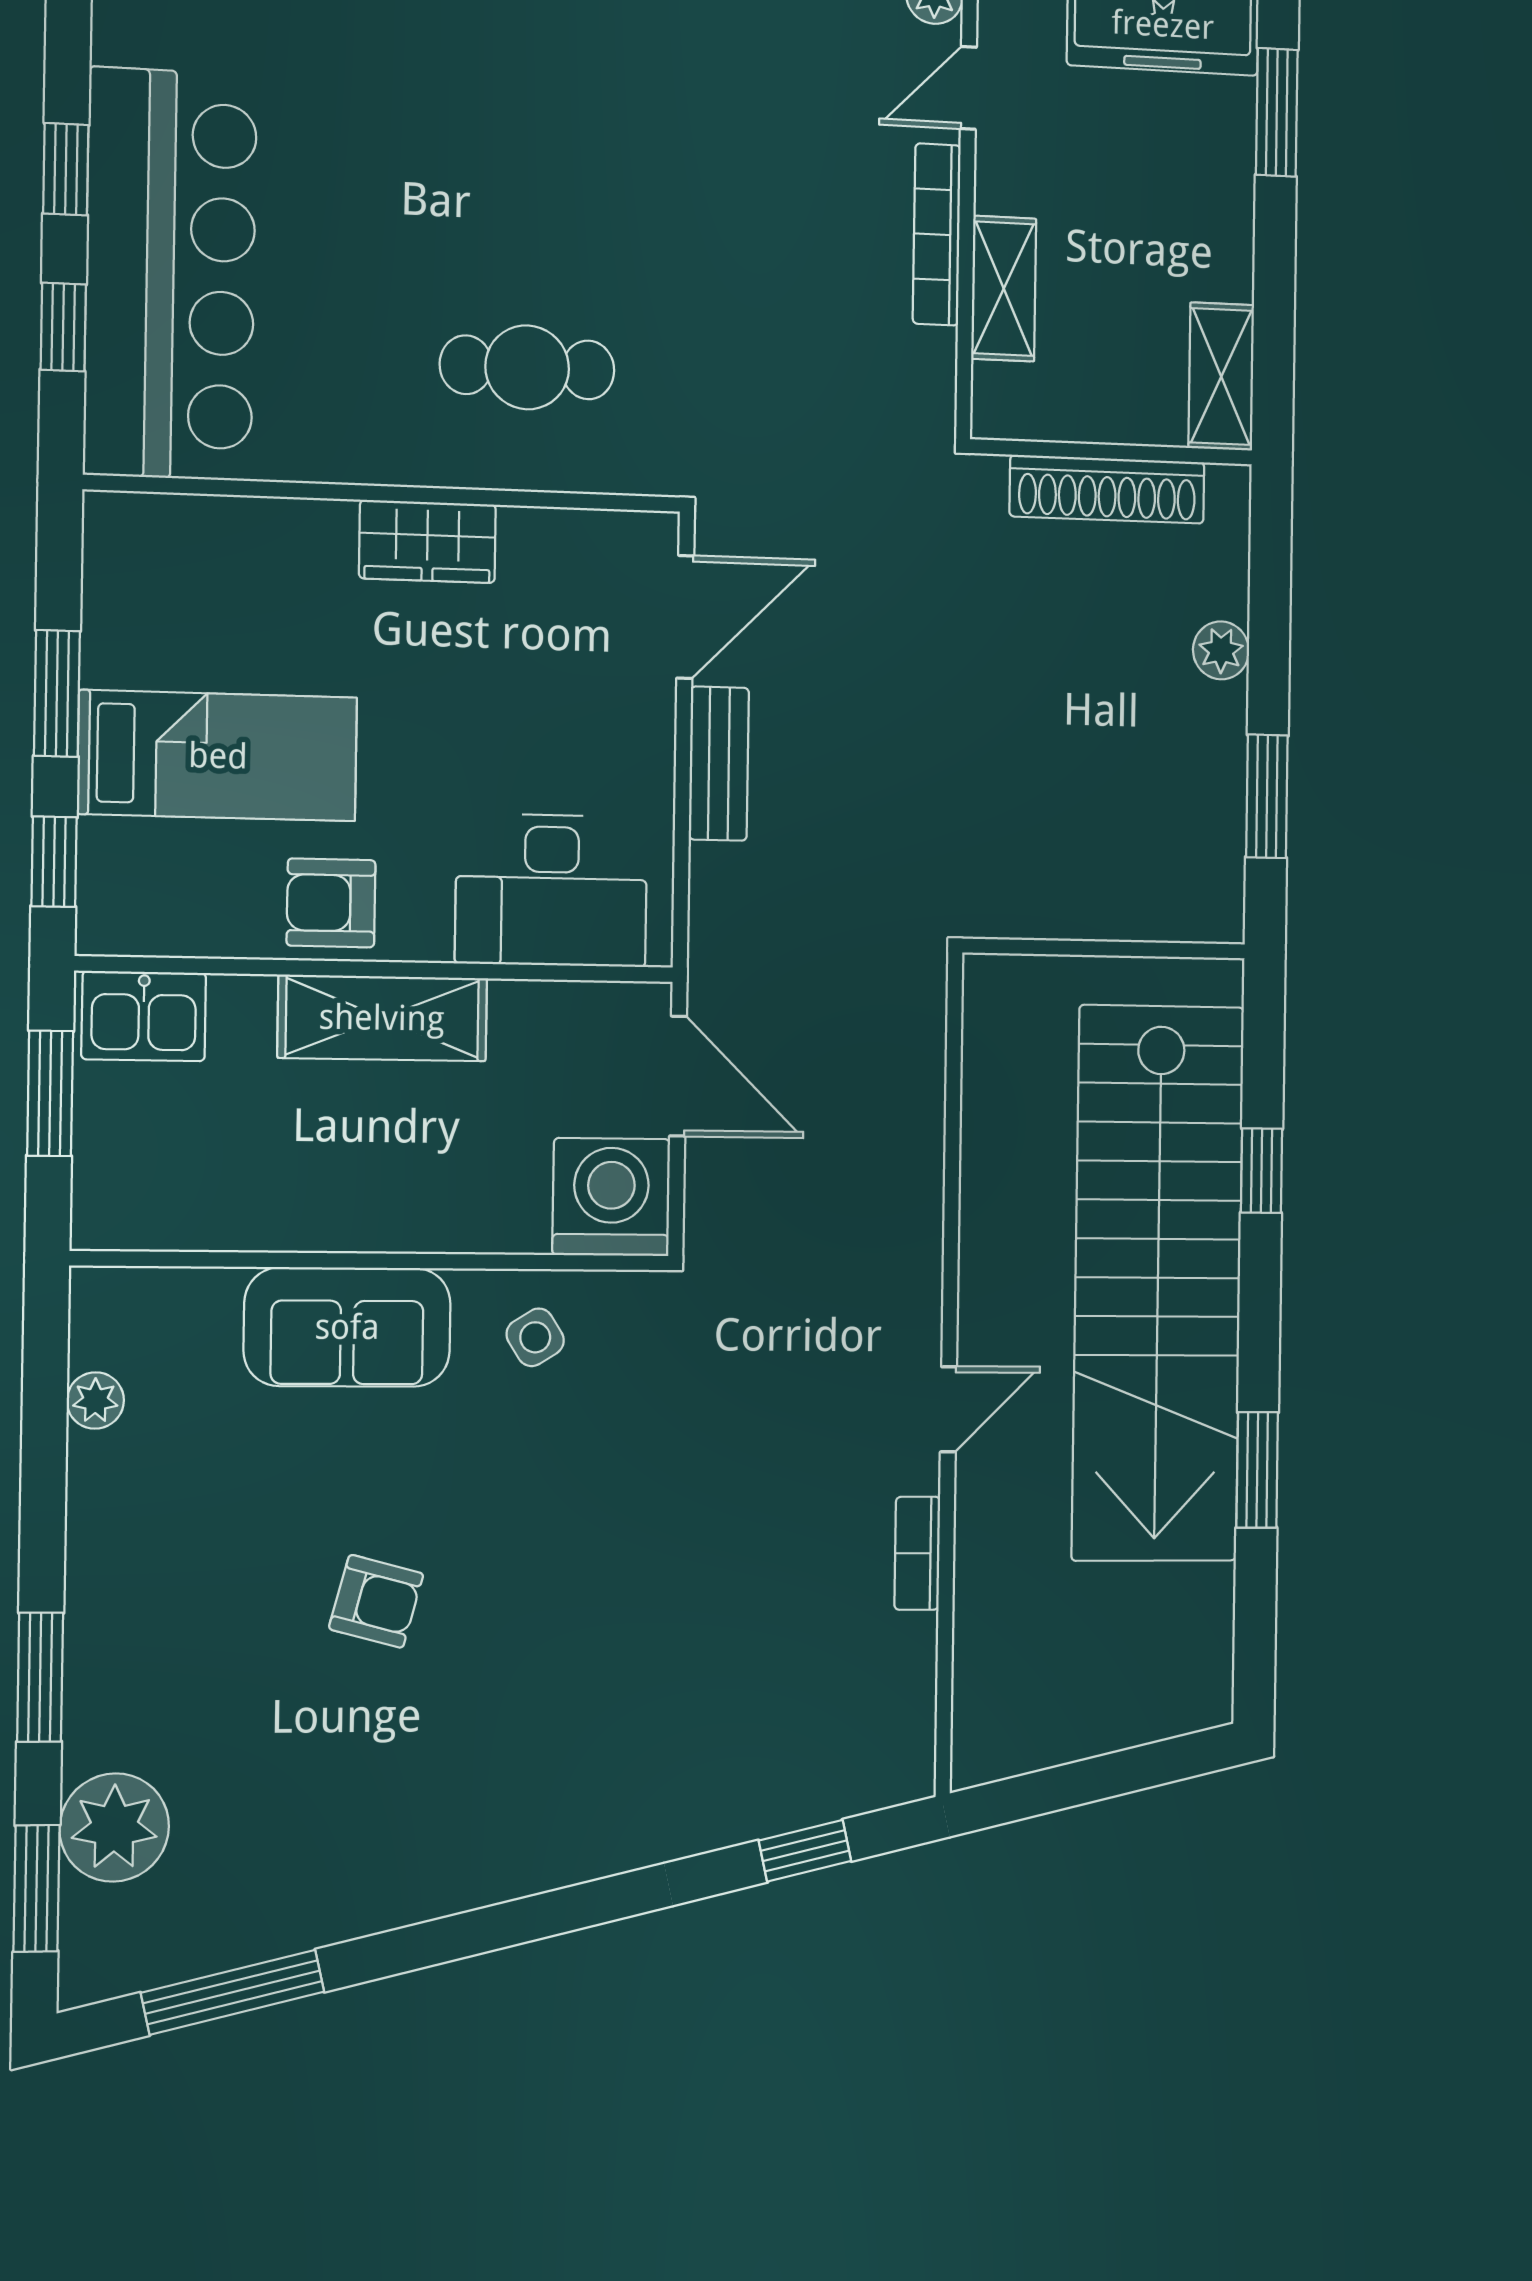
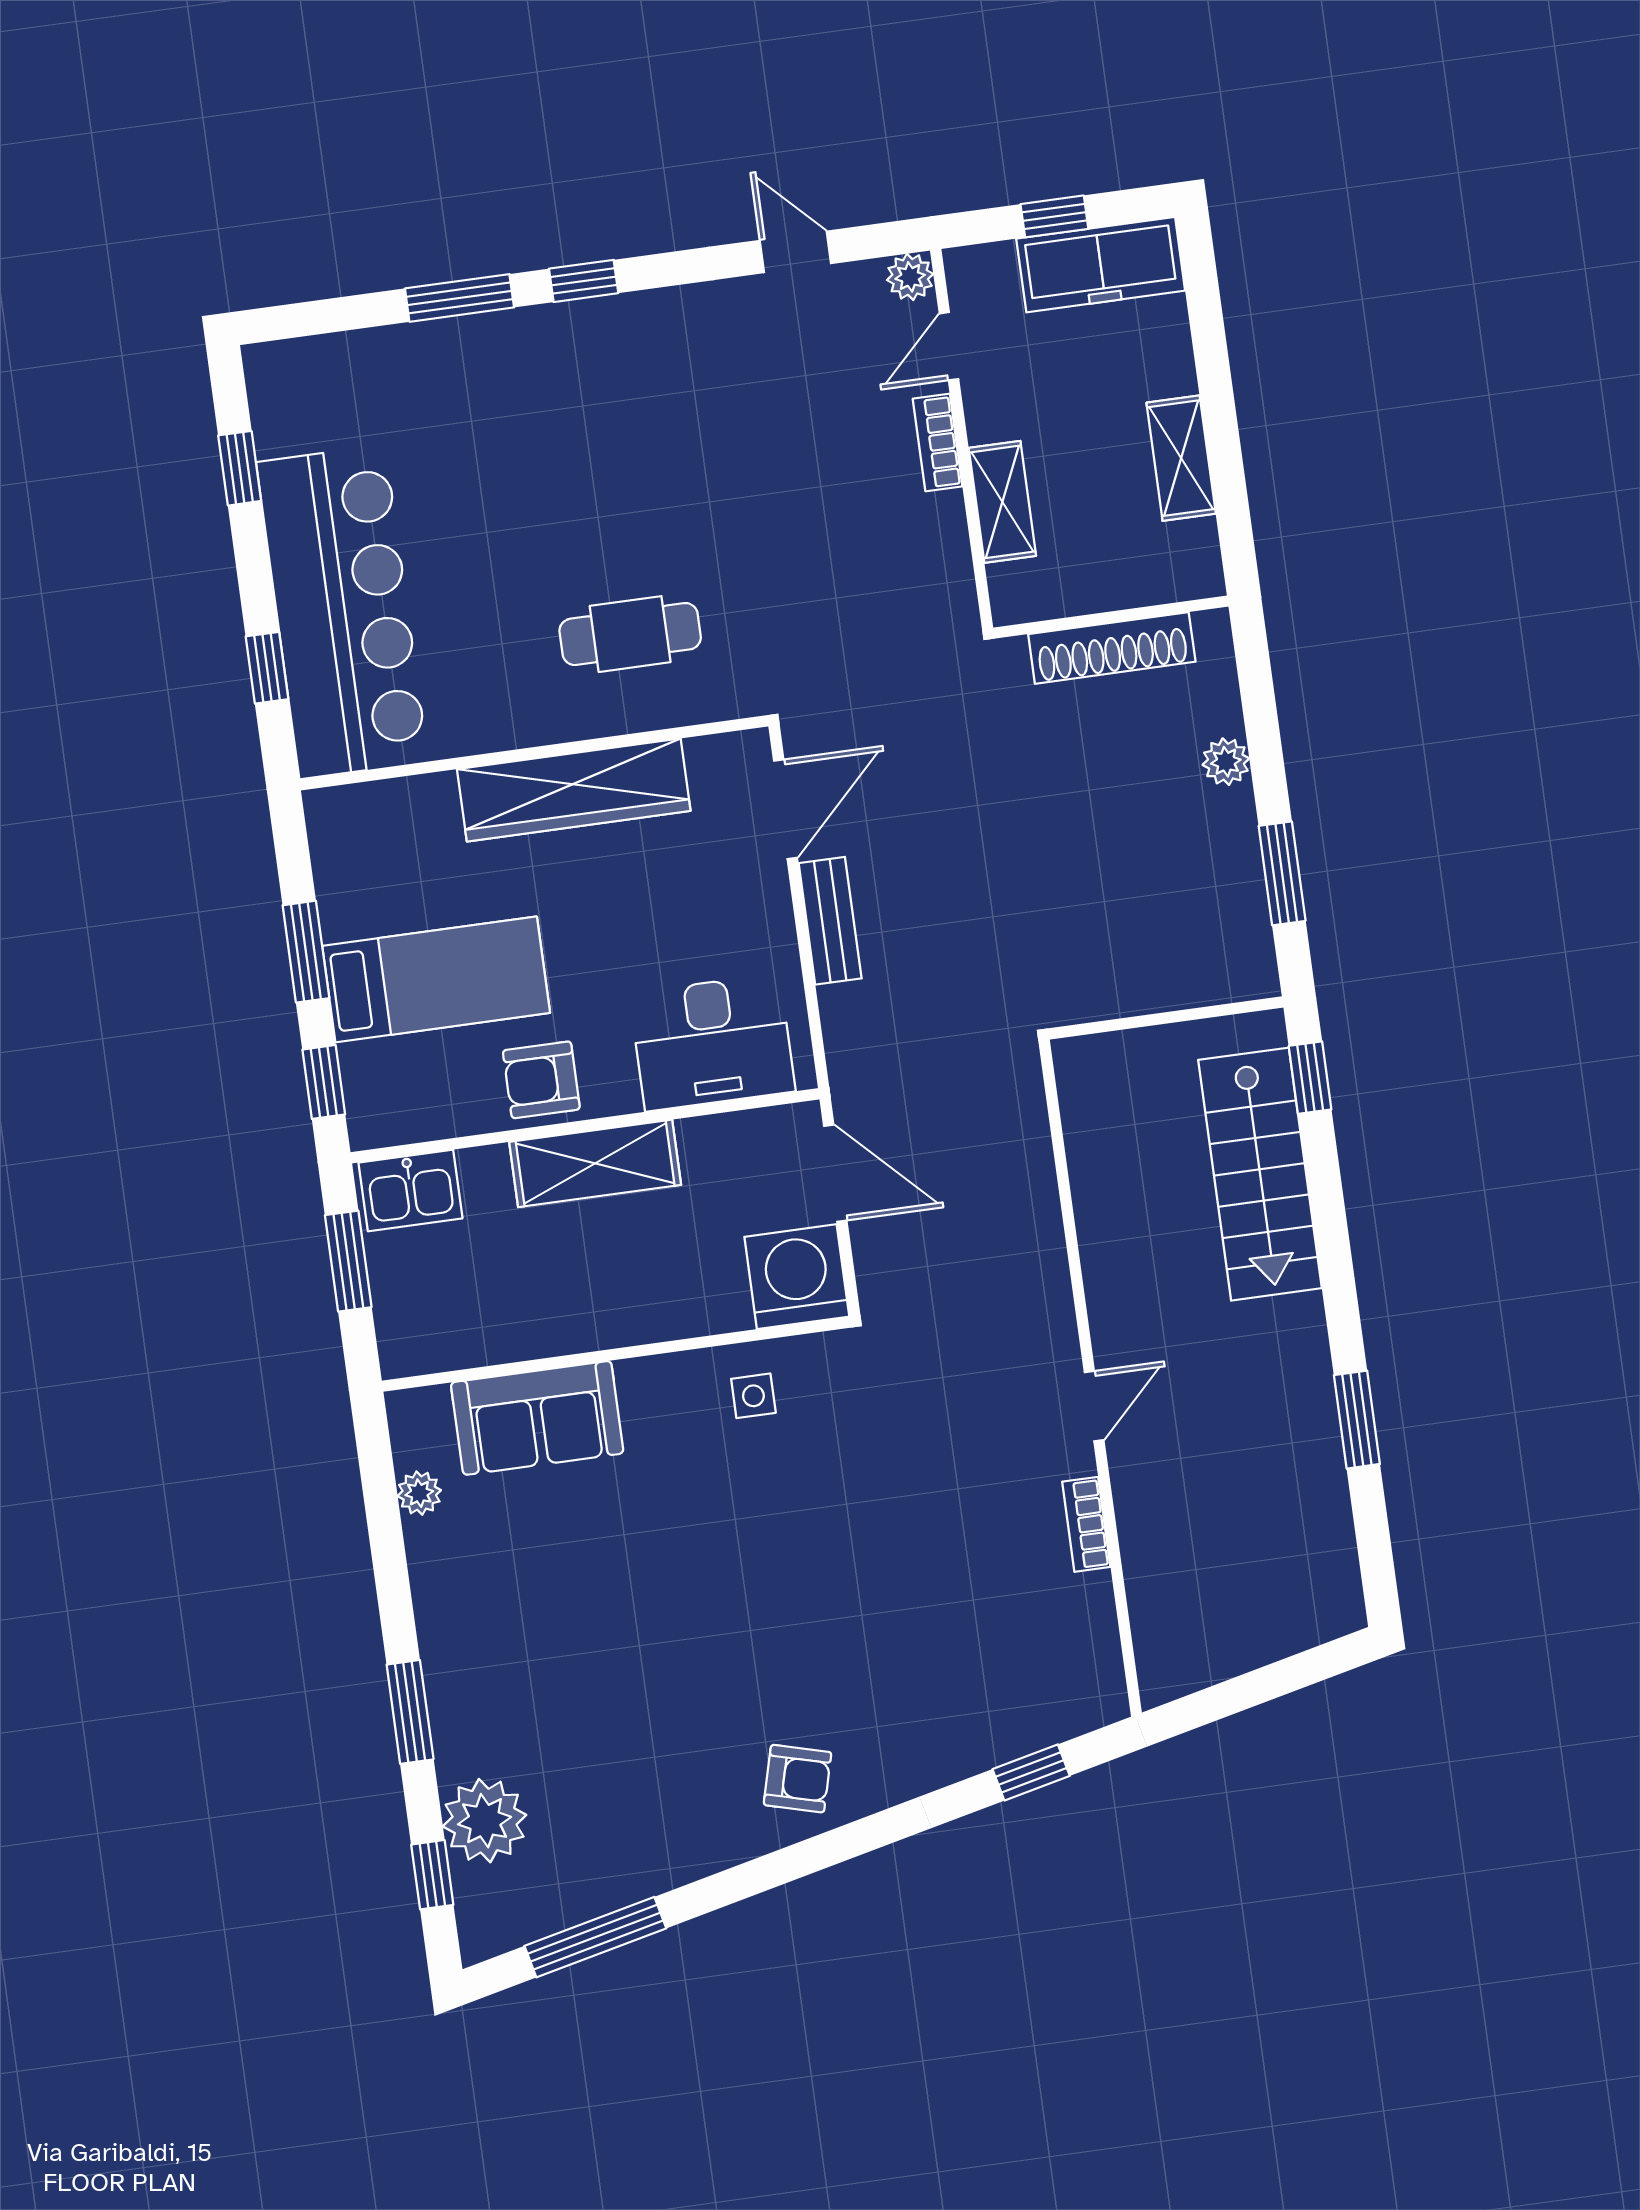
window: (1277, 112) -> (1206, 317), removed
window: (66, 169) -> (240, 468), moved
bookcase: (937, 235) -> (938, 442), width x0.64
shelving: (1221, 377) -> (1181, 458), moved
wardrobe: (427, 541) -> (574, 790), width x2.10, depth x1.17
window: (1261, 1171) -> (1310, 1078), moved
stairs: (1158, 1283) -> (1260, 1174), width x0.54, depth x0.66
sofa: (347, 1327) -> (537, 1418), moved
side table: (535, 1337) -> (753, 1396), turned 32
armchair: (376, 1601) -> (798, 1779), moved
window: (36, 1888) -> (432, 1875), width x0.67

